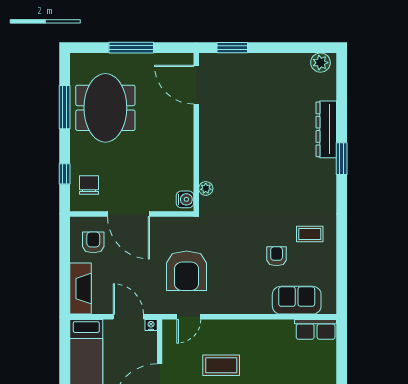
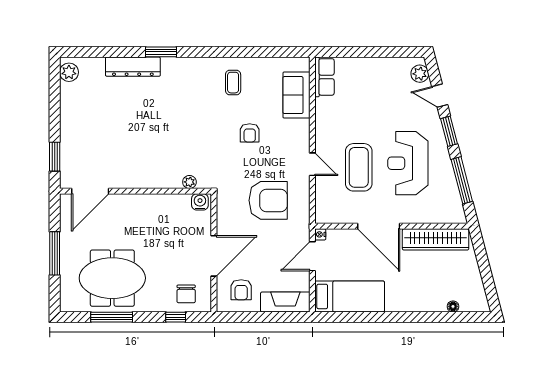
chair: (89, 185) -> (186, 294), turned -90
armchair: (93, 242) -> (241, 290), turned -90
armchair: (277, 256) -> (250, 133), moved, turned -90
door: (189, 317) -> (312, 164), moved
coffee table: (221, 365) -> (359, 167), width x1.36, depth x1.32

